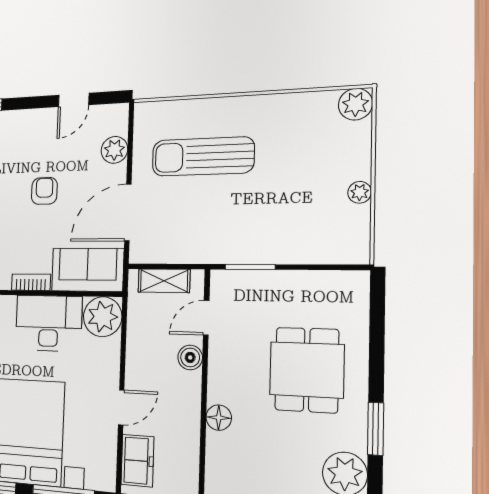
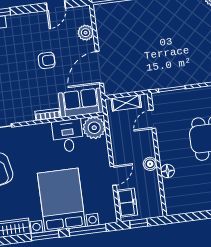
sun lounger: (203, 156) -> (137, 32), removed
armchair: (44, 191) -> (47, 60), turned 90
desk: (49, 323) -> (68, 136), width x0.73
boiler: (190, 357) -> (150, 164), moved

